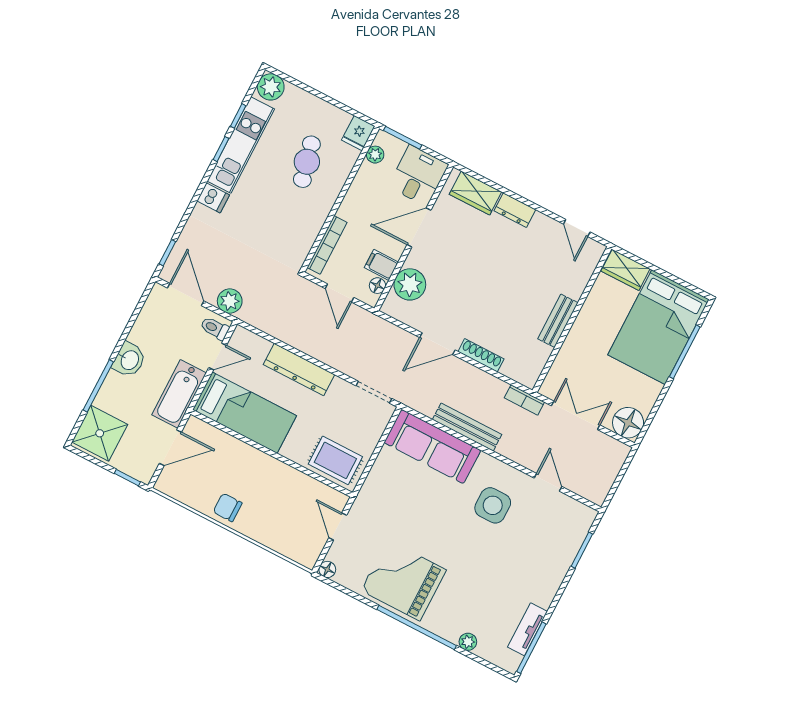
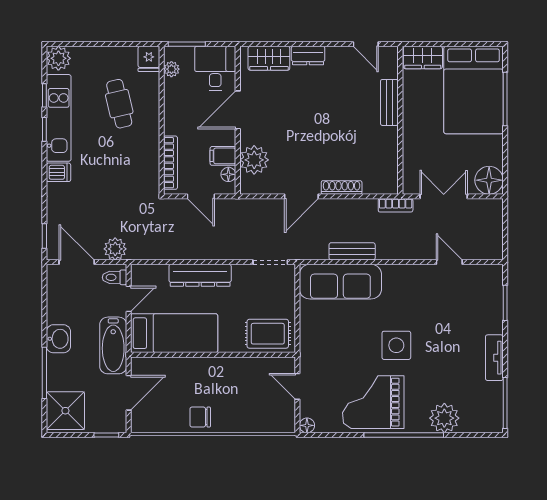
bench: (558, 321) -> (389, 102), moved
bench: (467, 427) -> (352, 251), width x0.73
side table: (493, 505) -> (396, 345), moved
tv unit: (528, 629) -> (494, 358), moved
plant: (468, 642) -> (444, 418), width x1.88, depth x1.88

